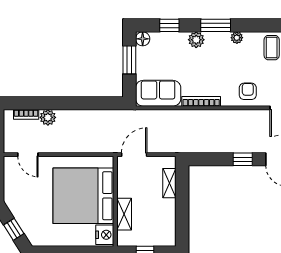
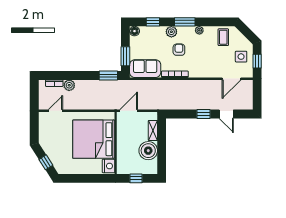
window: (129, 60) -> (125, 56), moved
armchair: (248, 91) -> (179, 50), moved
window: (105, 103) -> (108, 75), added
door: (28, 155) -> (55, 111), swing flipped
boiler: (163, 212) -> (148, 151), added
shelving: (124, 214) -> (122, 152), removed

